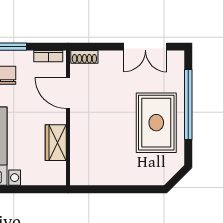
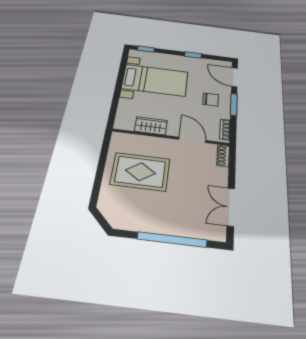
door: (68, 93) -> (192, 140), hinge flipped
rug: (156, 123) -> (140, 172), moved

